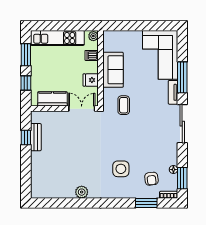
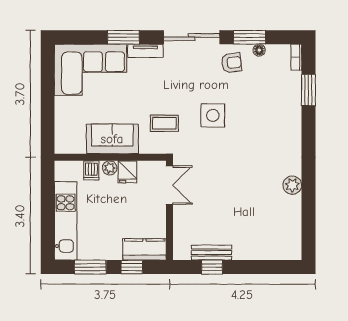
plant: (93, 36) -> (110, 168), moved
window: (182, 77) -> (123, 37), width x0.69
kitchen counter: (52, 99) -> (144, 249), moved, turned 90
double door: (82, 109) -> (169, 185), swing flipped
side table: (121, 169) -> (213, 115), moved
window: (182, 178) -> (249, 37), moved
armchair: (151, 179) -> (231, 63), moved

